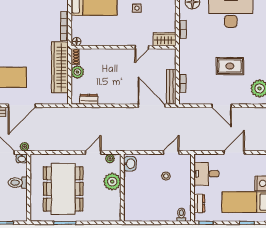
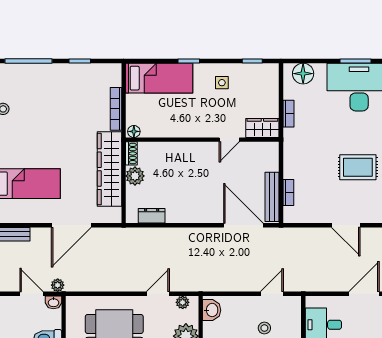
door: (22, 106) -> (71, 225), moved

